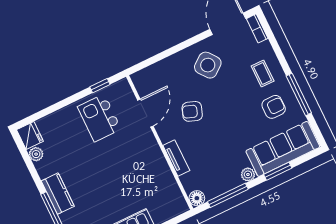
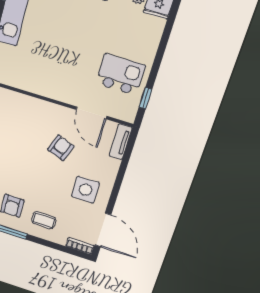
side table: (208, 65) -> (85, 190), turned 38
tv unit: (176, 158) -> (120, 142), moved, turned 90

